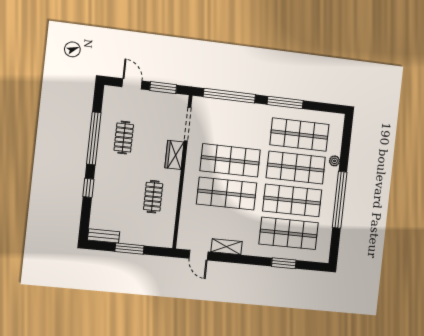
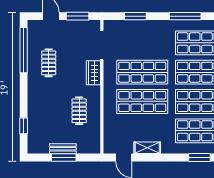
window: (229, 96) -> (135, 16), width x0.47
window: (94, 138) -> (24, 50), moved
window: (88, 188) -> (24, 126), moved
bench: (104, 236) -> (63, 149), moved

